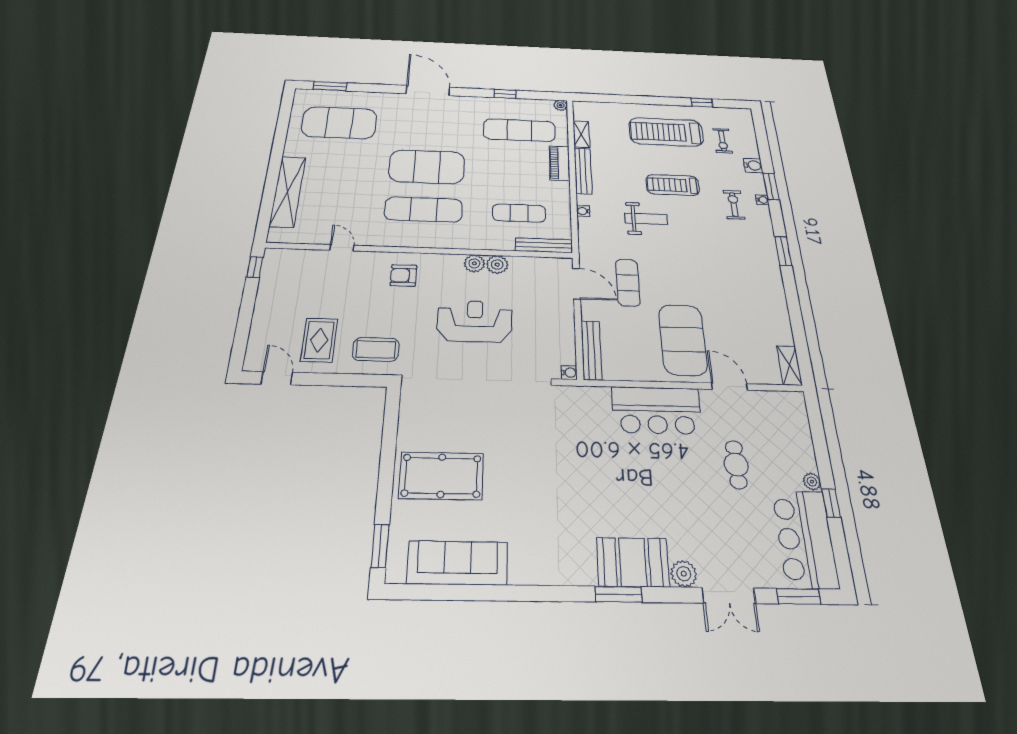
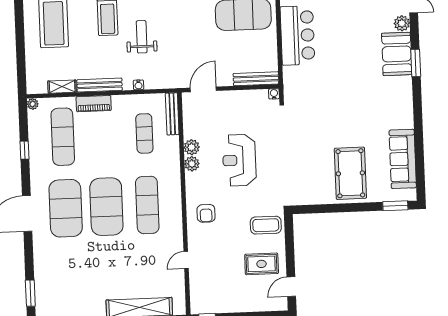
exercise mat: (339, 123) -> (66, 208), moved
exercise mat: (628, 283) -> (200, 52), removed
coffee table: (376, 349) -> (266, 225), turned 90

